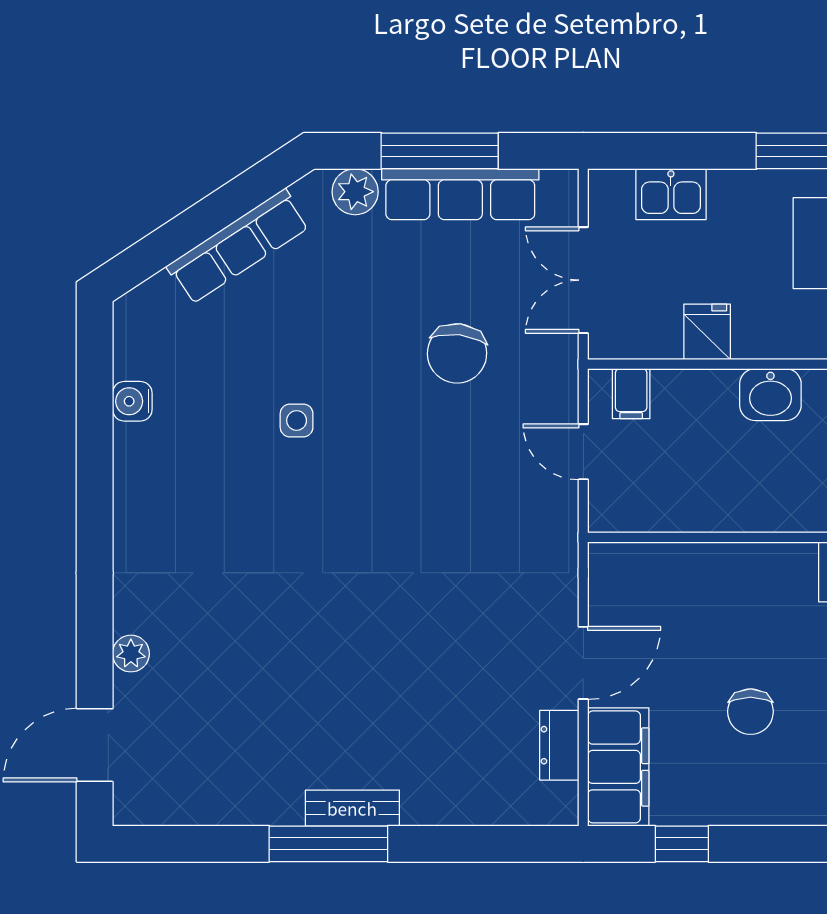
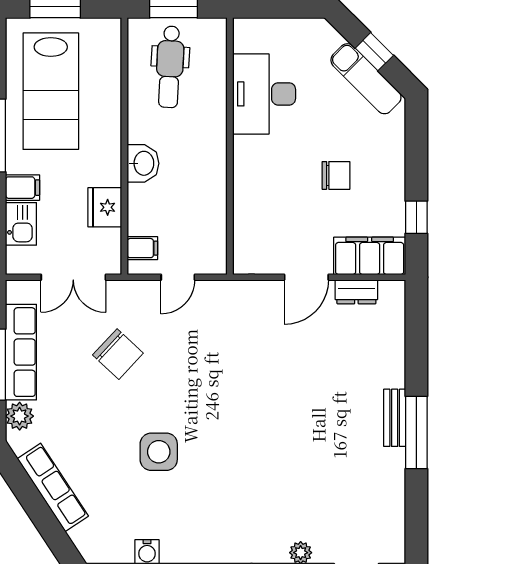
filing cabinet: (731, 197) -> (23, 188), added
fridge: (707, 332) -> (105, 207), width x1.38
chair: (457, 353) -> (118, 354), turned 36
side table: (297, 420) -> (159, 452), width x1.87, depth x1.87
door: (583, 663) -> (306, 277), swing flipped

